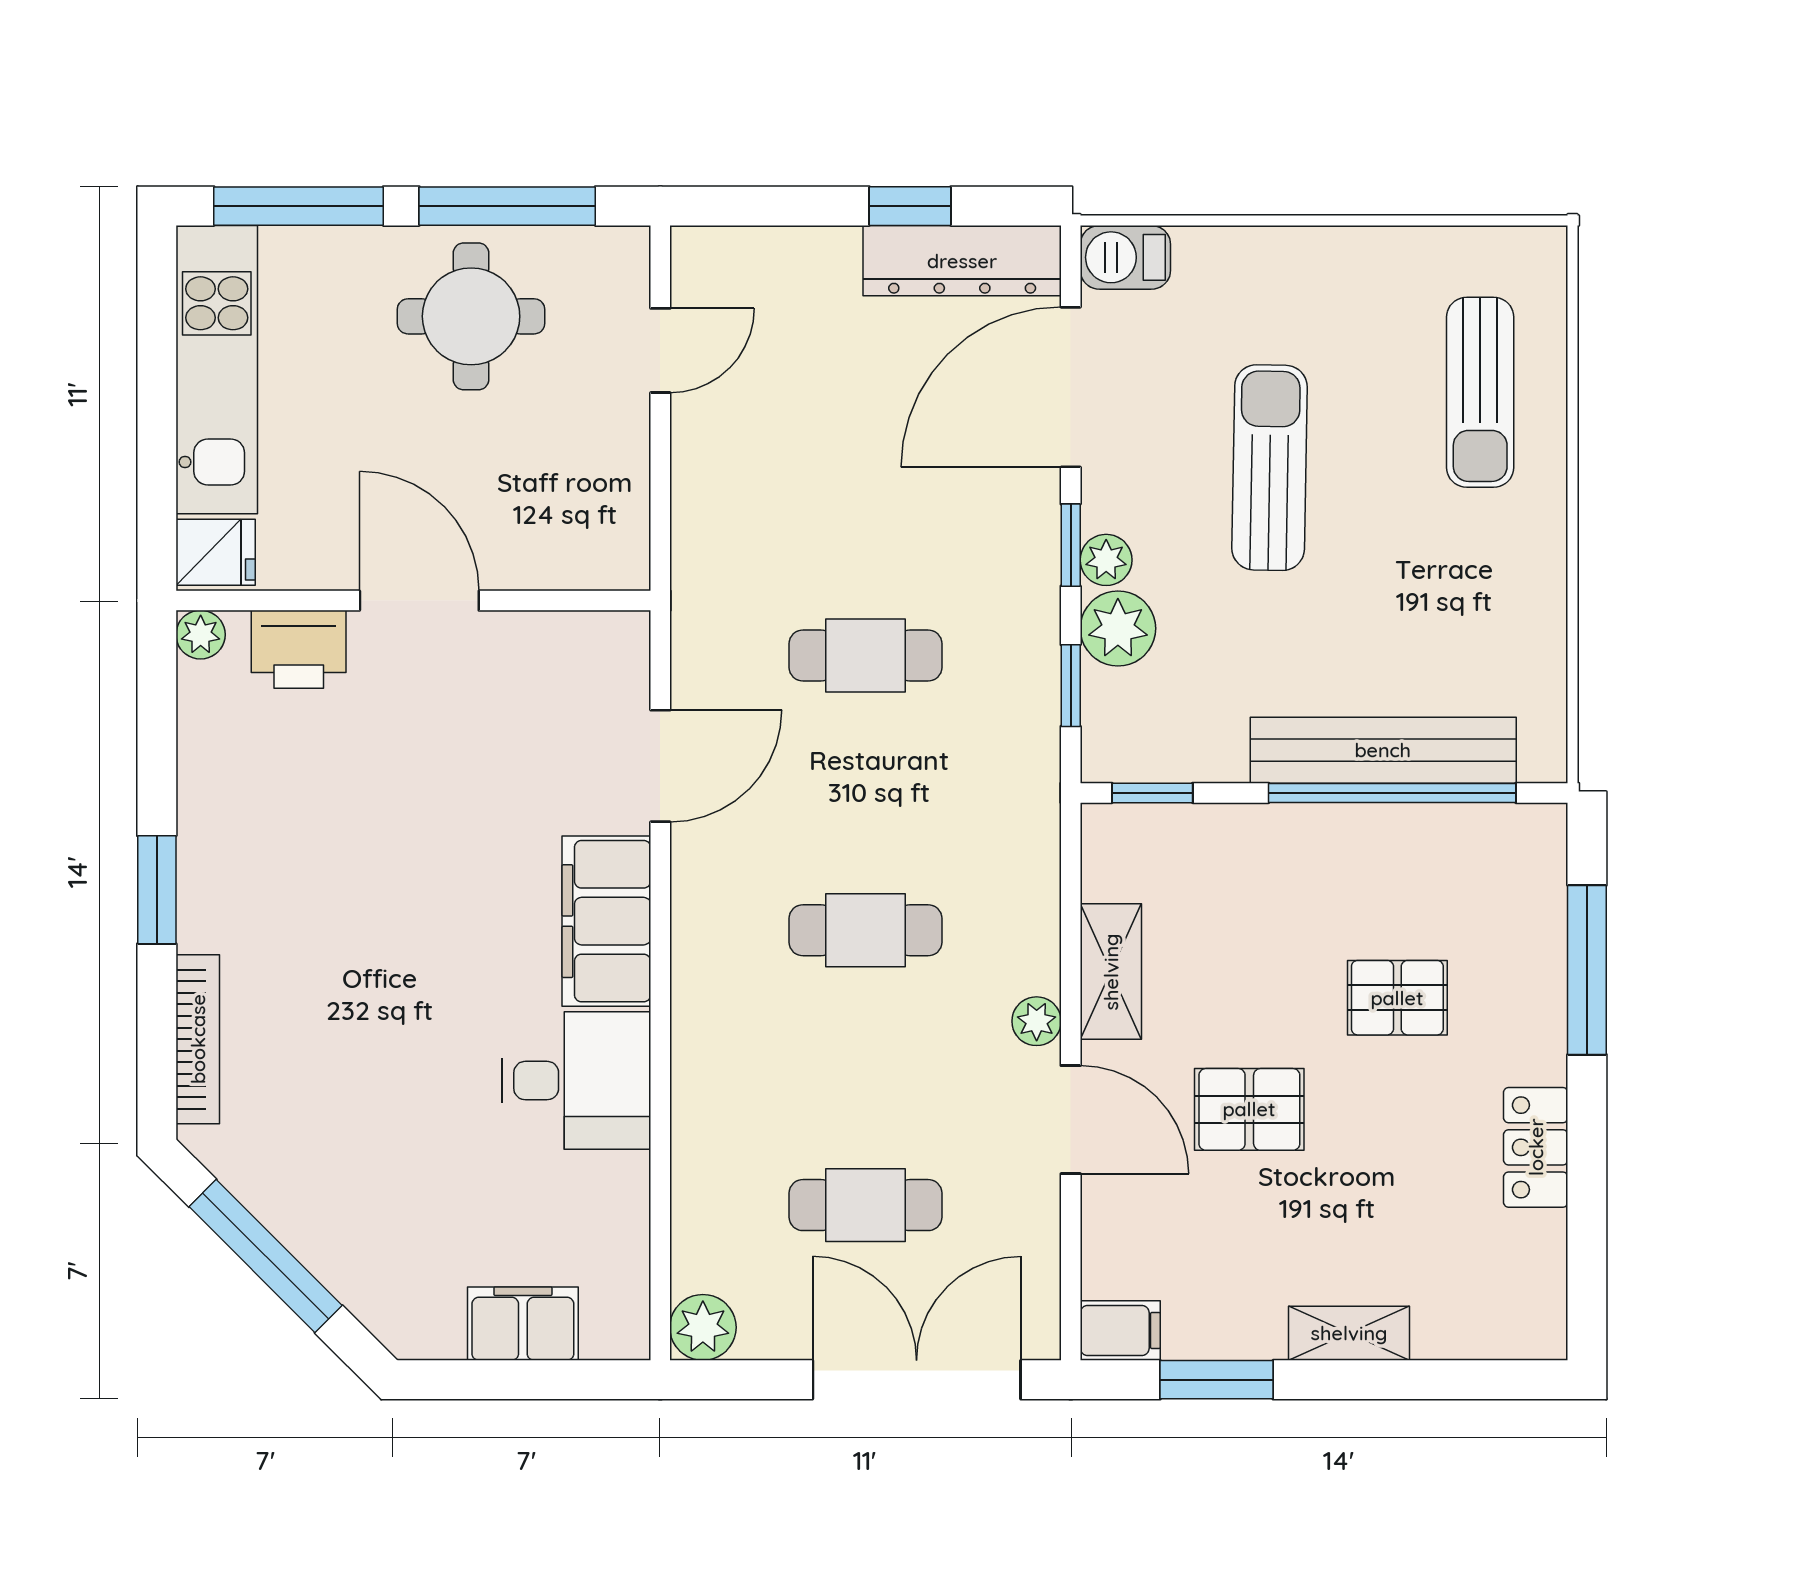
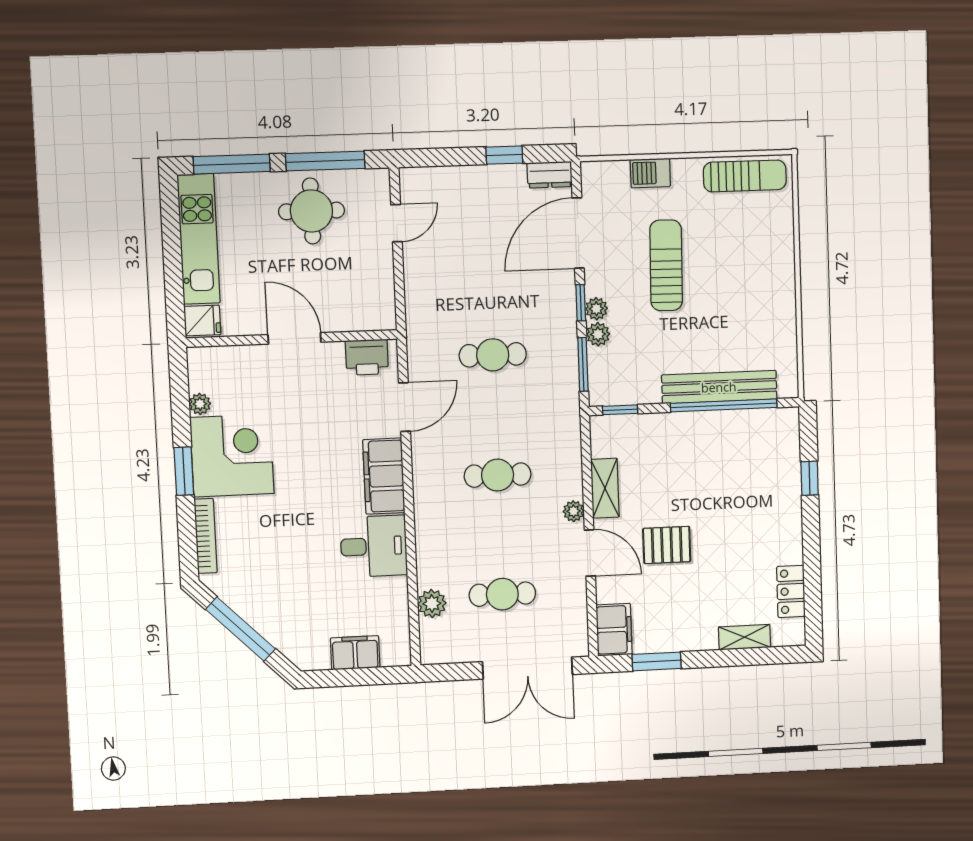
barbecue: (1125, 257) -> (650, 173), moved
dresser: (962, 261) -> (550, 175), width x0.51, depth x0.80
sun lounger: (1480, 392) -> (745, 176), moved, turned -90
plant: (1118, 628) -> (598, 334), width x0.73, depth x0.73
plant: (201, 635) -> (200, 404), moved
printer: (299, 649) -> (367, 357), moved
window: (1071, 686) -> (583, 364), width x1.50
corner desk: (266, 859) -> (232, 456), added
window: (1587, 970) -> (810, 478), width x0.46
pallet: (1397, 998) -> (729, 494), removed
locker: (1536, 1147) -> (791, 591), moved
plant: (703, 1327) -> (432, 604), moved
filing cabinet: (1120, 1331) -> (614, 630), width x2.00
shelving: (1349, 1333) -> (745, 637), moved
double door: (917, 1380) -> (528, 668), swing flipped

